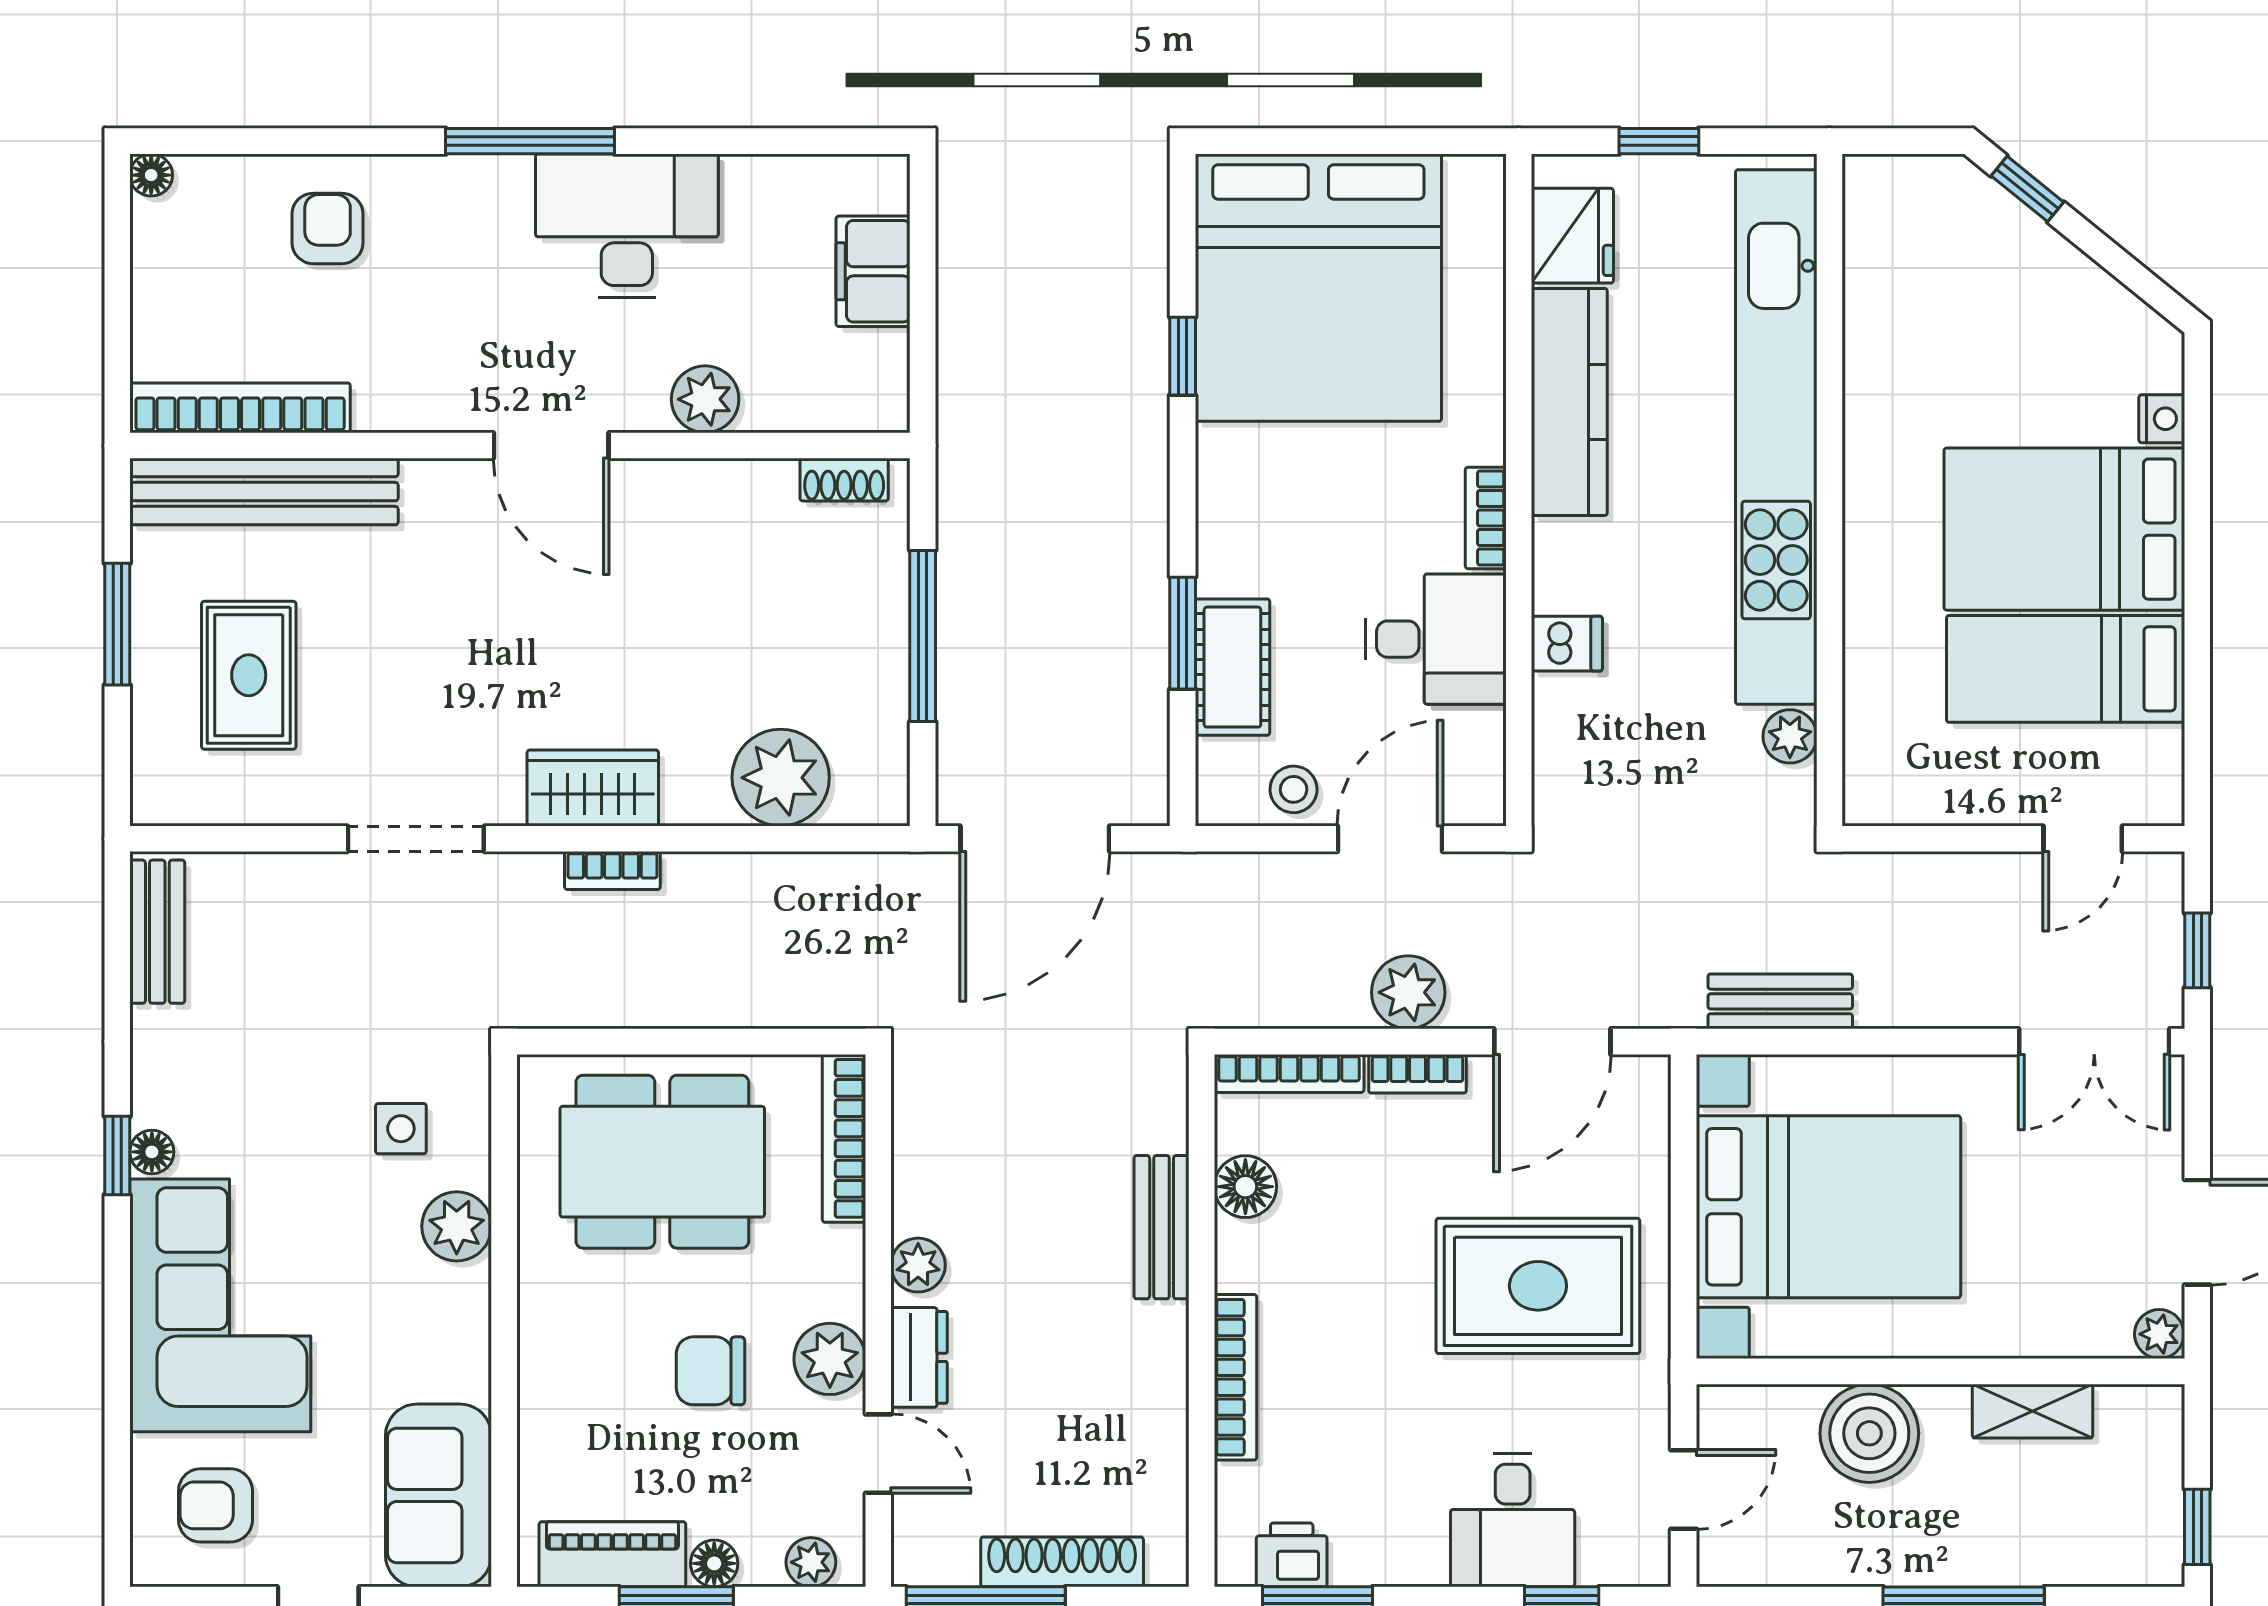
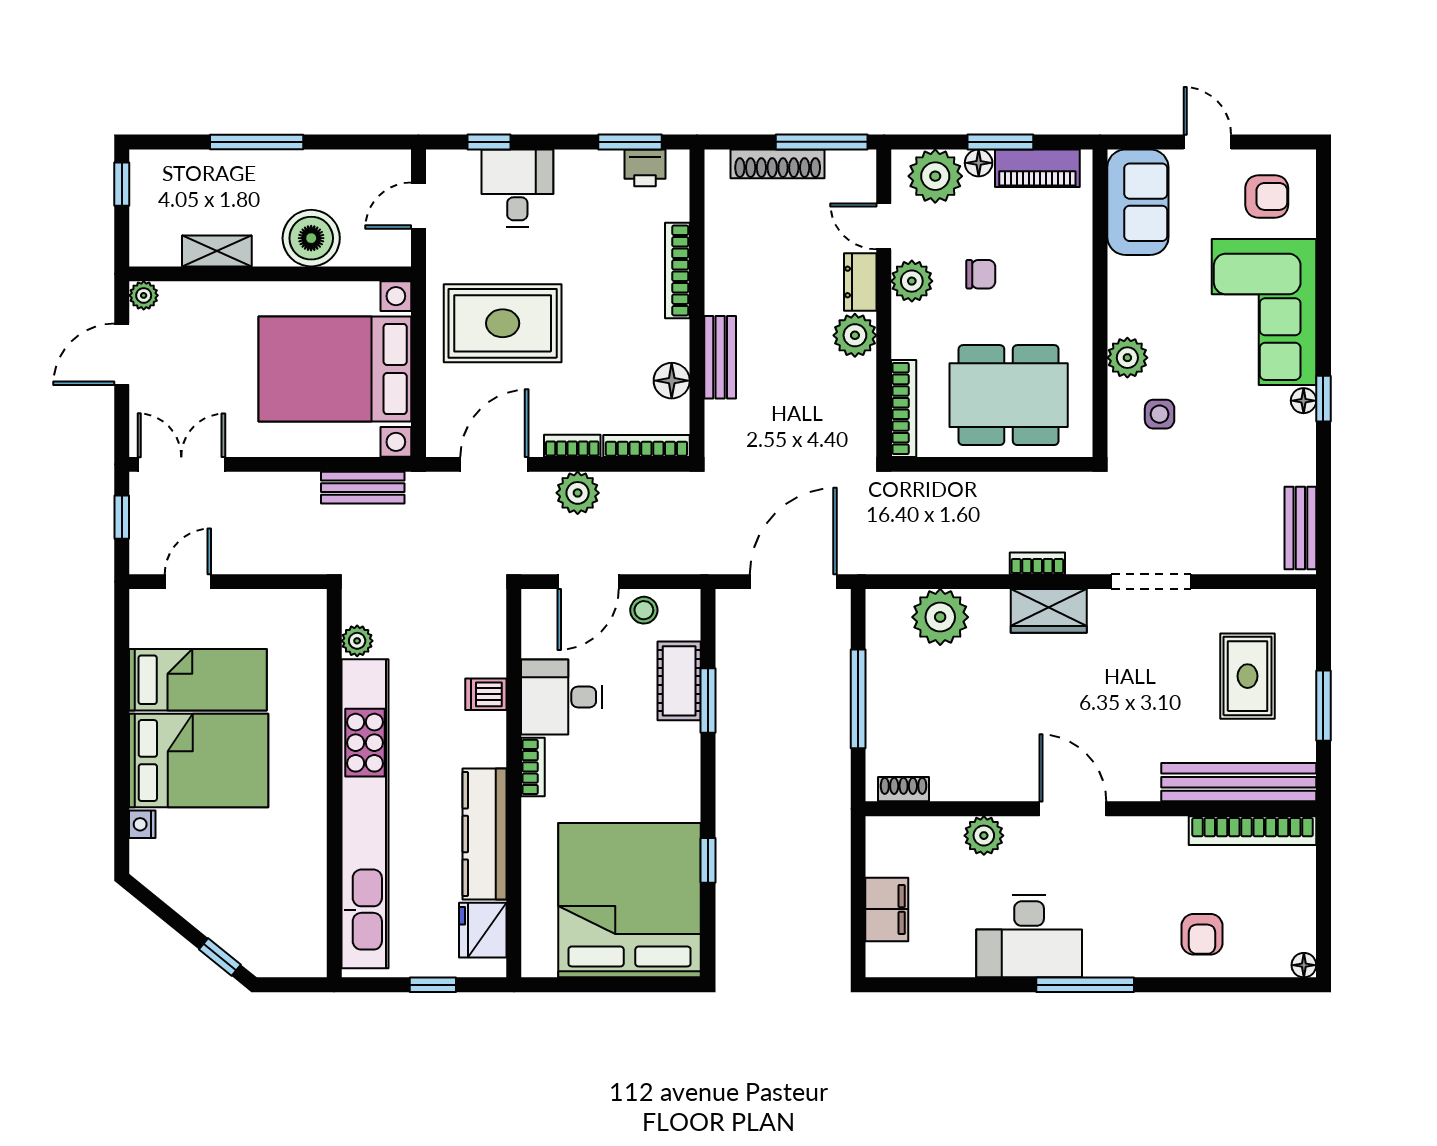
plant: (918, 1265) -> (855, 335), width x1.38, depth x1.38
chair: (711, 1371) -> (981, 274), width x0.73, depth x0.73
plant: (811, 1562) -> (935, 176), width x1.87, depth x1.87

